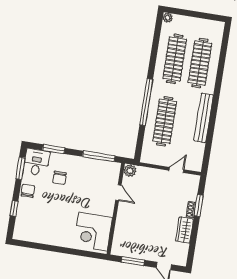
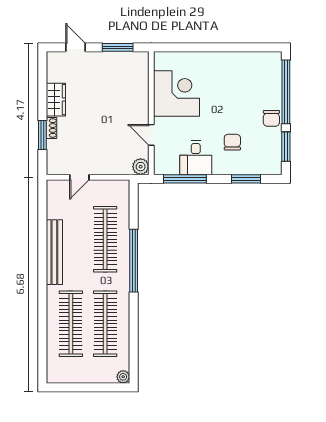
desk: (36, 162) -> (196, 158), moved
window: (14, 208) -> (286, 92), width x3.17
corner desk: (93, 232) -> (177, 94), moved

